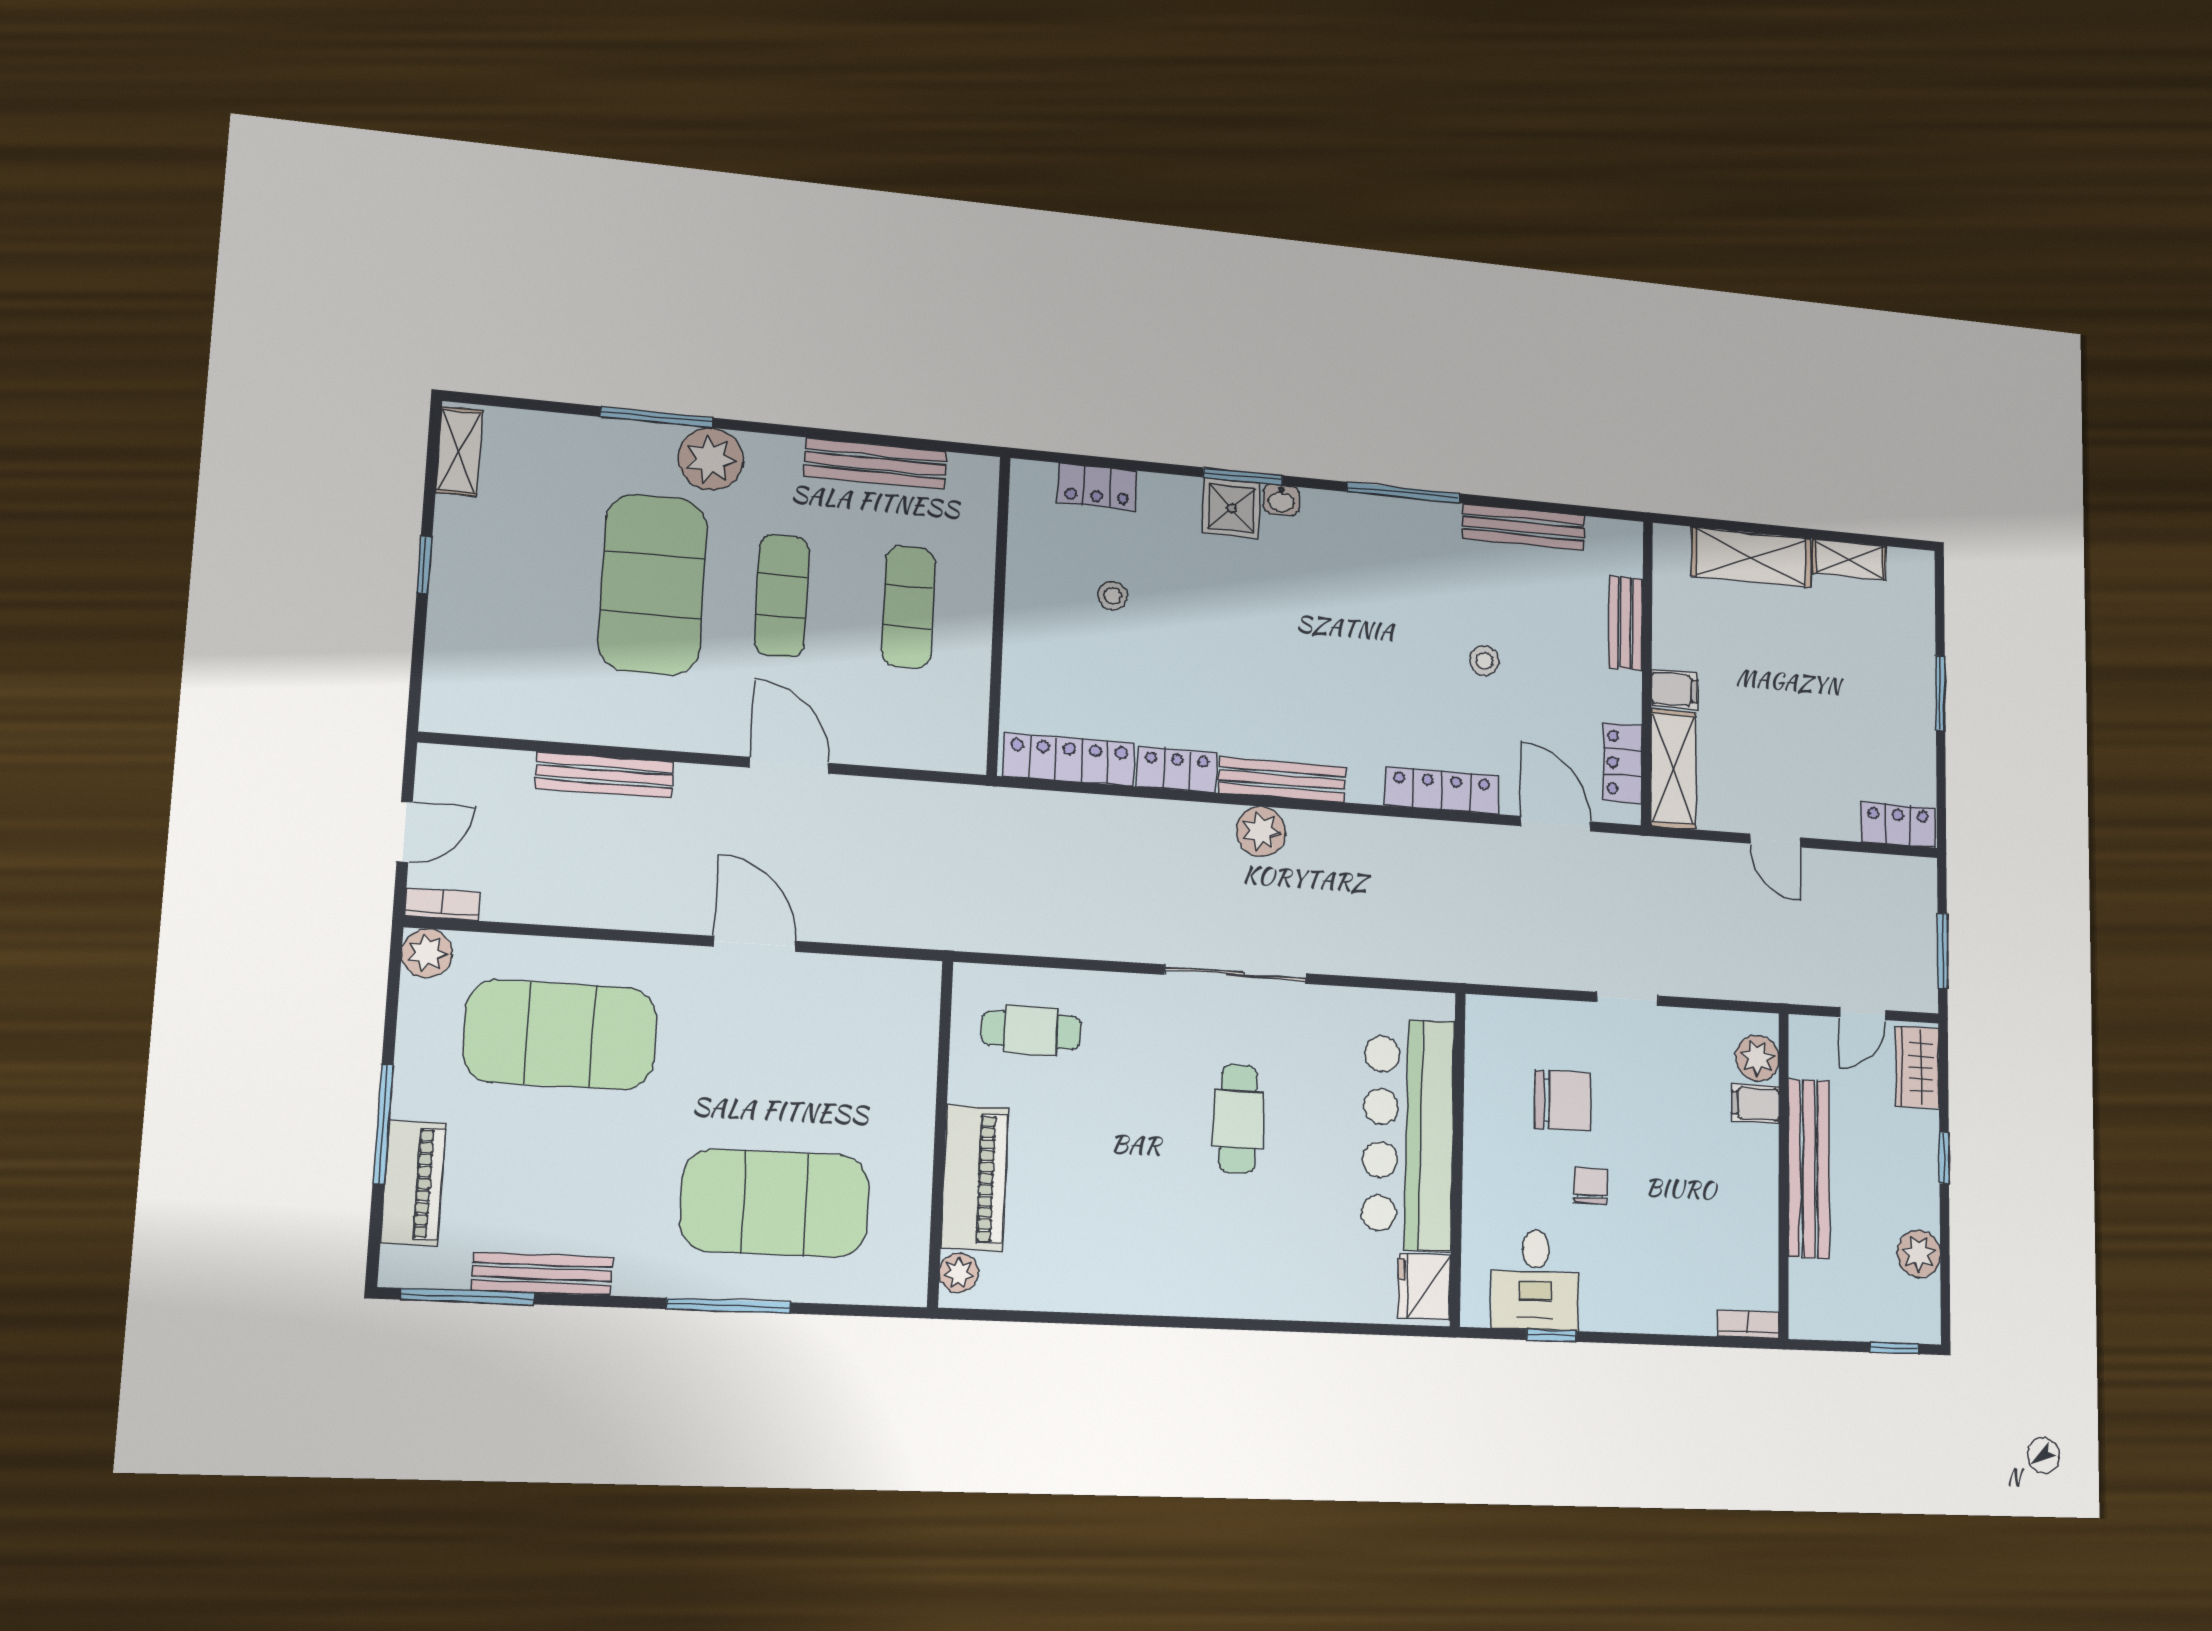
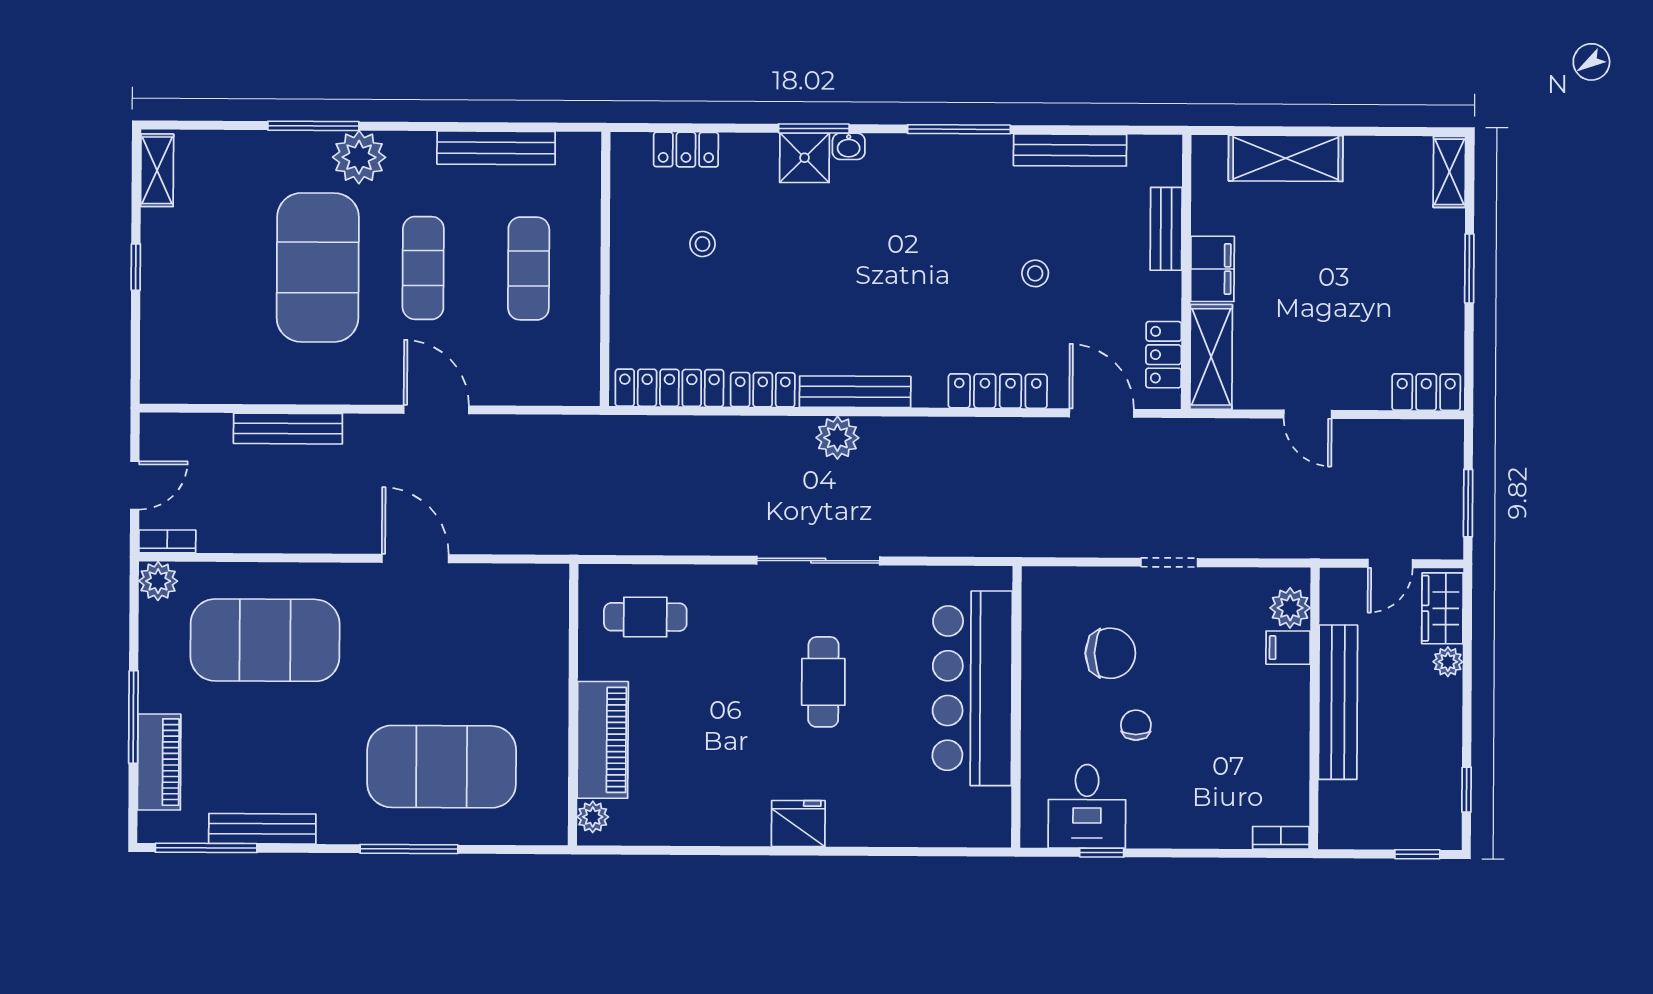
shelving: (1850, 560) -> (1449, 172), moved, turned 90
filing cabinet: (1675, 690) -> (1212, 269), width x2.00
window: (1944, 1158) -> (1467, 790), moved
plant: (1919, 1254) -> (1448, 662), moved, width x0.73, depth x0.73
fridge: (1424, 1287) -> (798, 824), moved, turned 90

